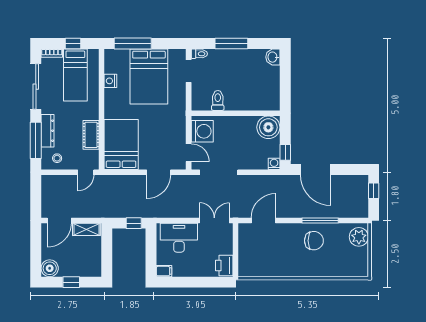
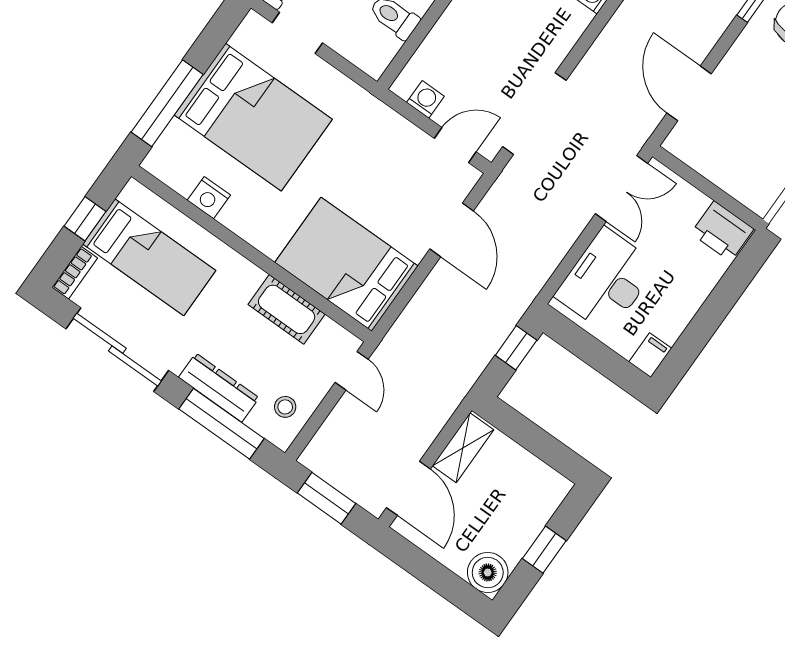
washing machine: (202, 131) -> (425, 99), width x0.53, depth x0.53
window: (36, 195) -> (326, 498), added
double door: (214, 220) -> (622, 188), swing flipped

